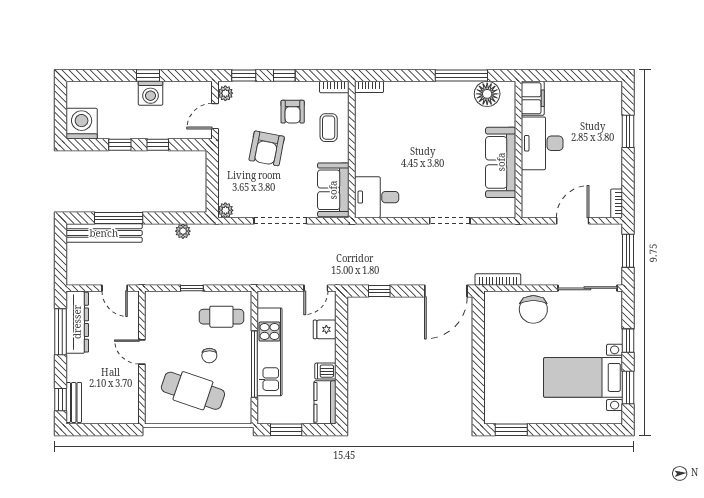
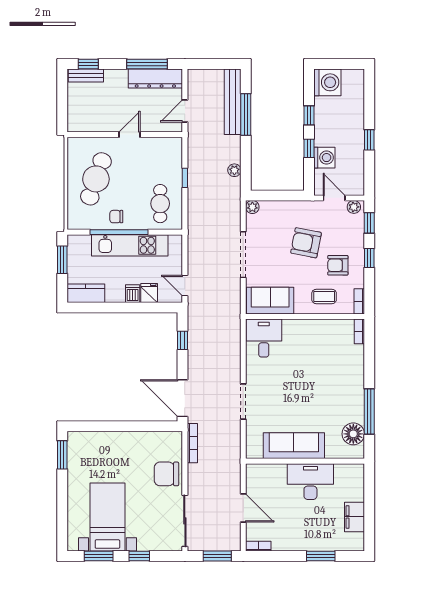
washing machine: (151, 93) -> (324, 158), moved, turned 180
filing cabinet: (533, 98) -> (354, 517), moved, turned 90
chair: (209, 356) -> (116, 217), moved
dishwasher: (325, 371) -> (133, 294), moved

